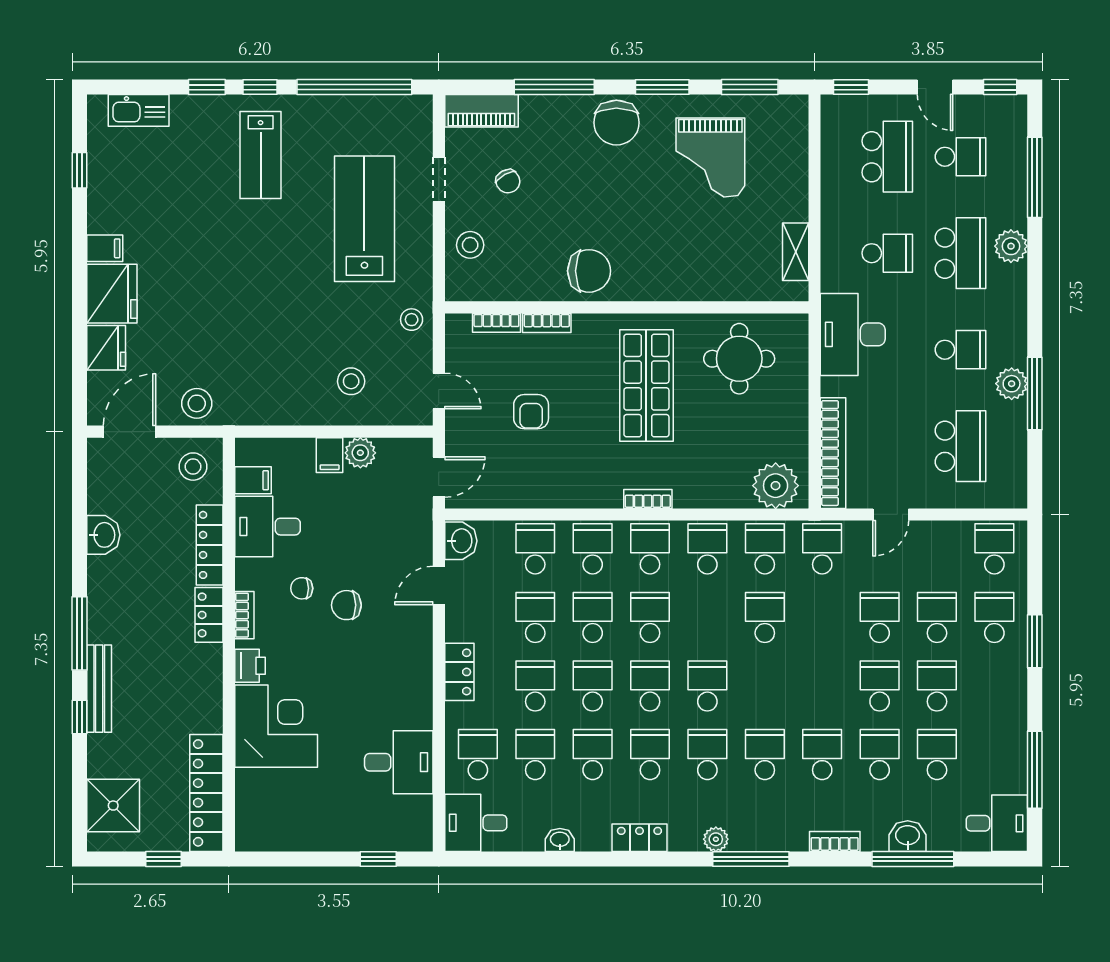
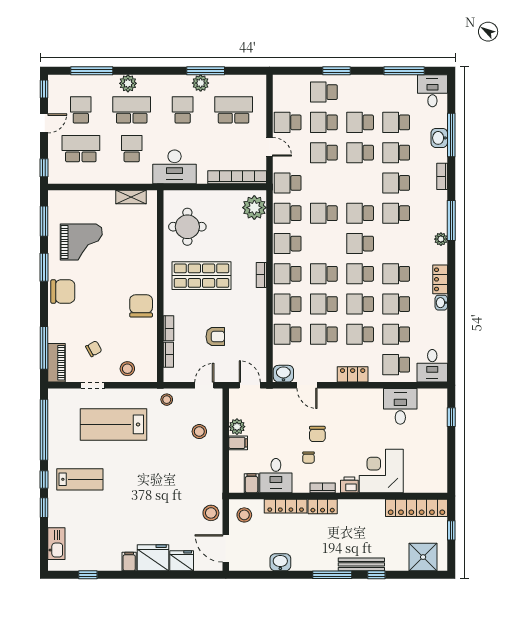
window: (554, 87) -> (44, 348), moved
school desk: (994, 549) -> (288, 122), moved
school desk: (707, 754) -> (360, 213), moved
washbasin: (560, 840) -> (441, 303), moved

